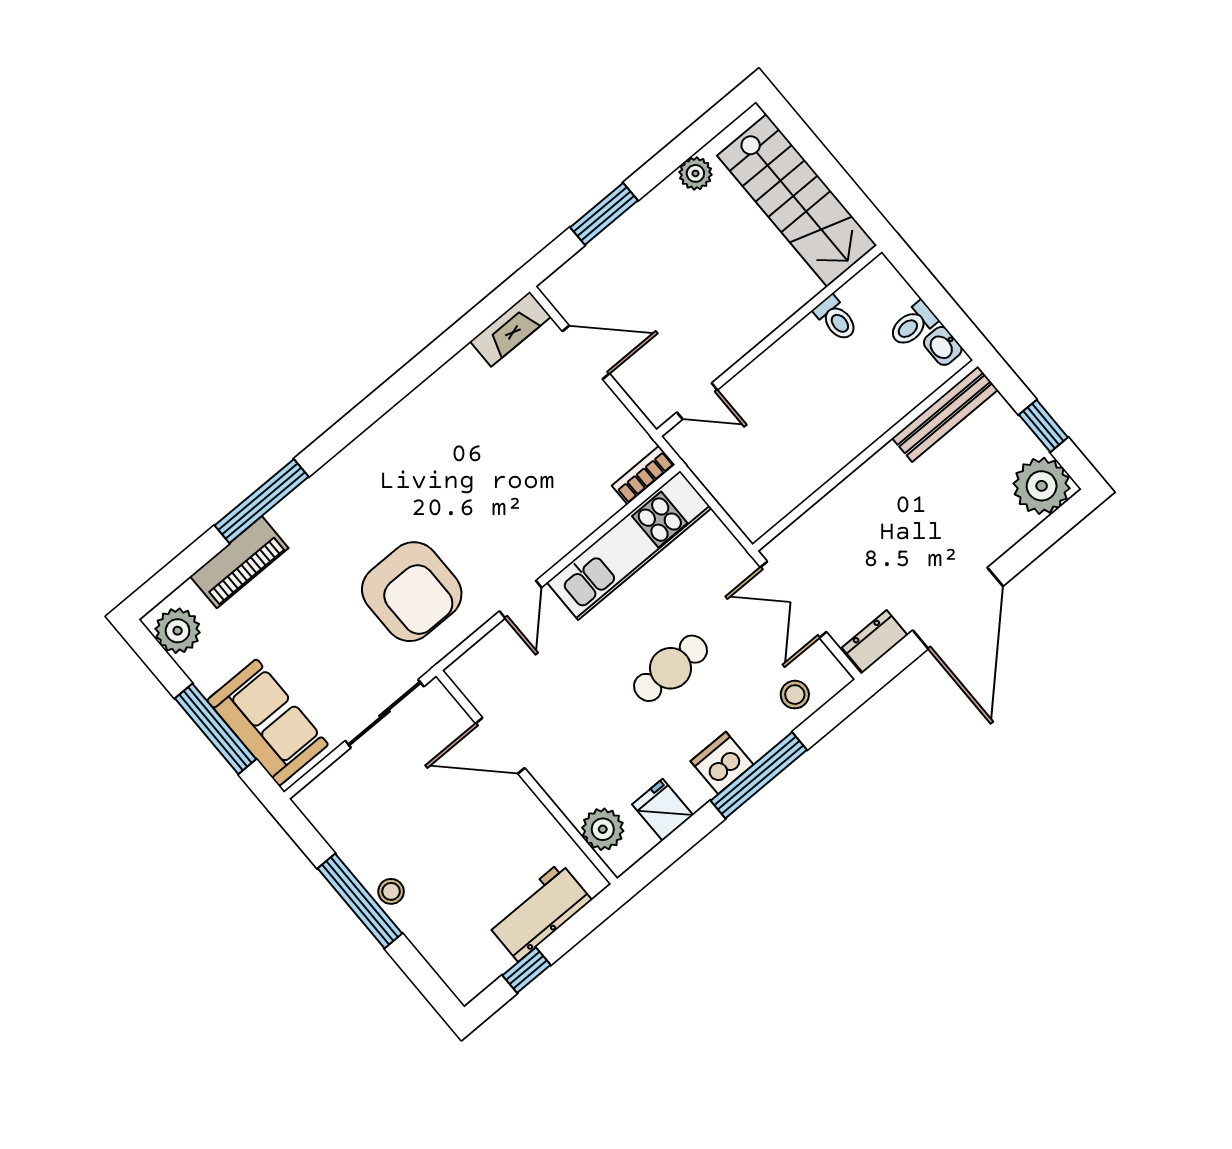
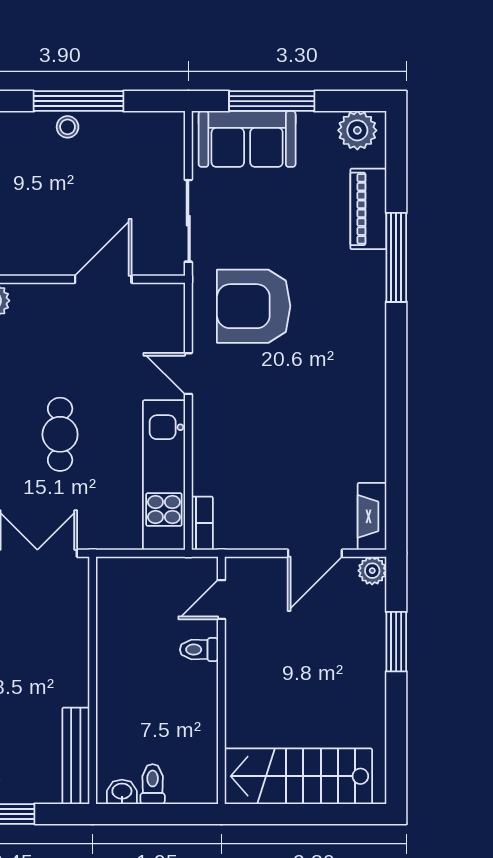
plant: (695, 173) -> (372, 571), moved
toilet: (836, 319) -> (199, 650), moved

